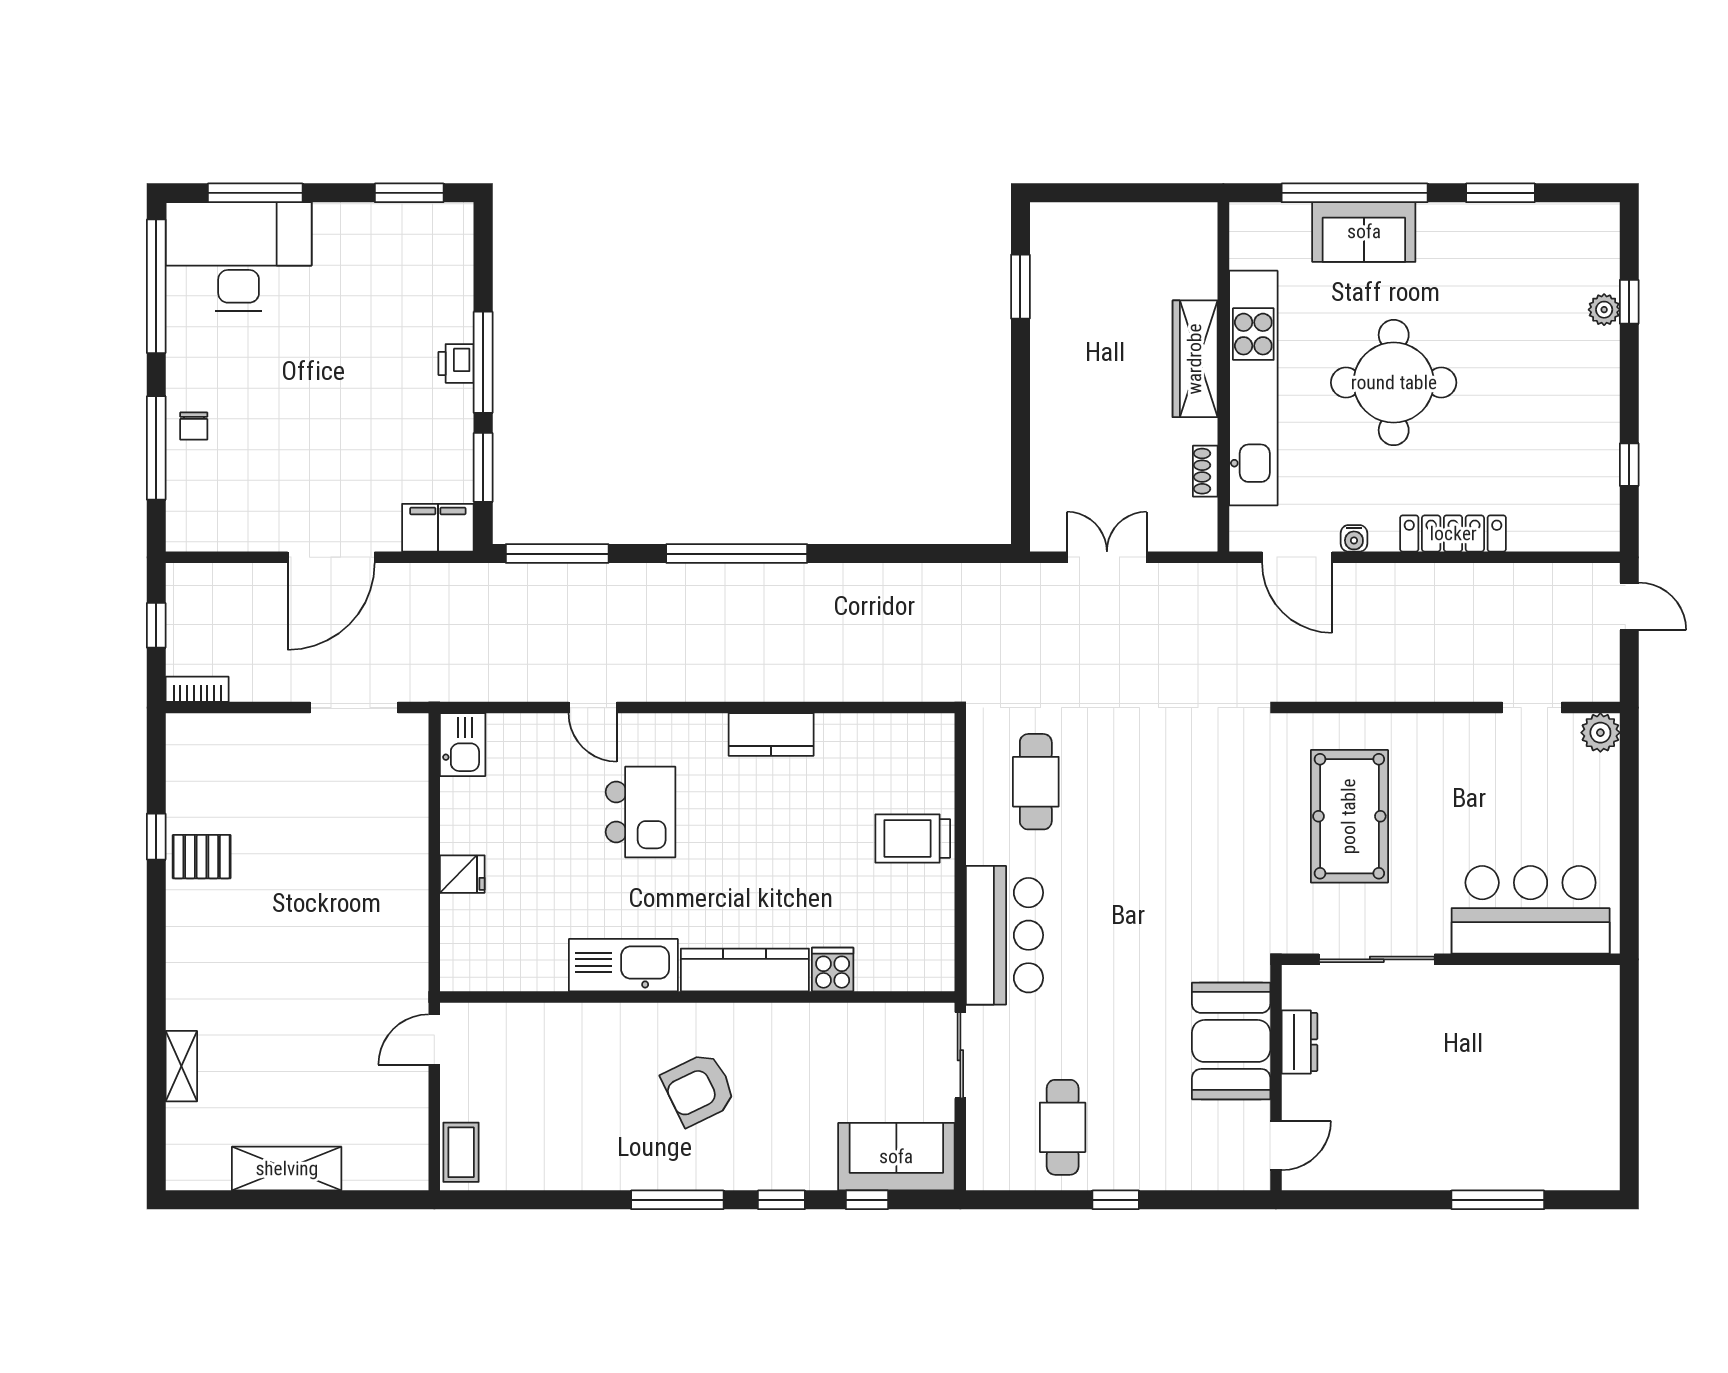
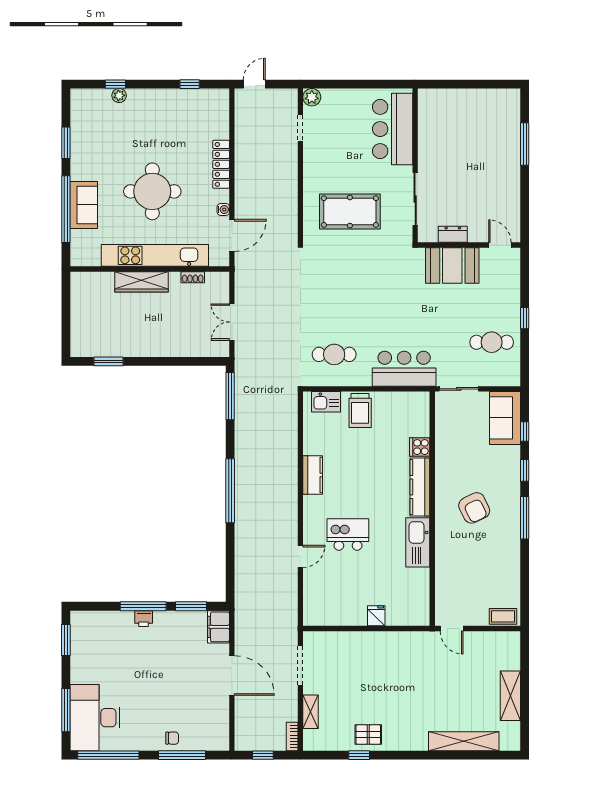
window: (557, 554) -> (230, 396), moved
shelving: (251, 730) -> (311, 712), added
kitchen sink: (463, 745) -> (326, 402), moved, turned 180
pallet: (202, 857) -> (368, 735), turned 90
shelving: (181, 1066) -> (464, 741), width x2.20, depth x1.33

